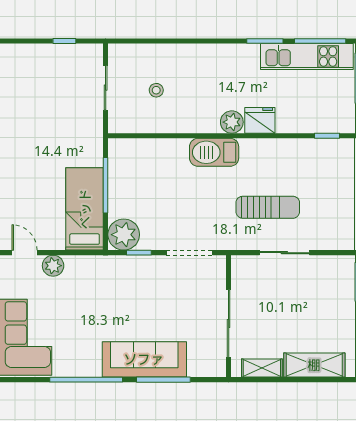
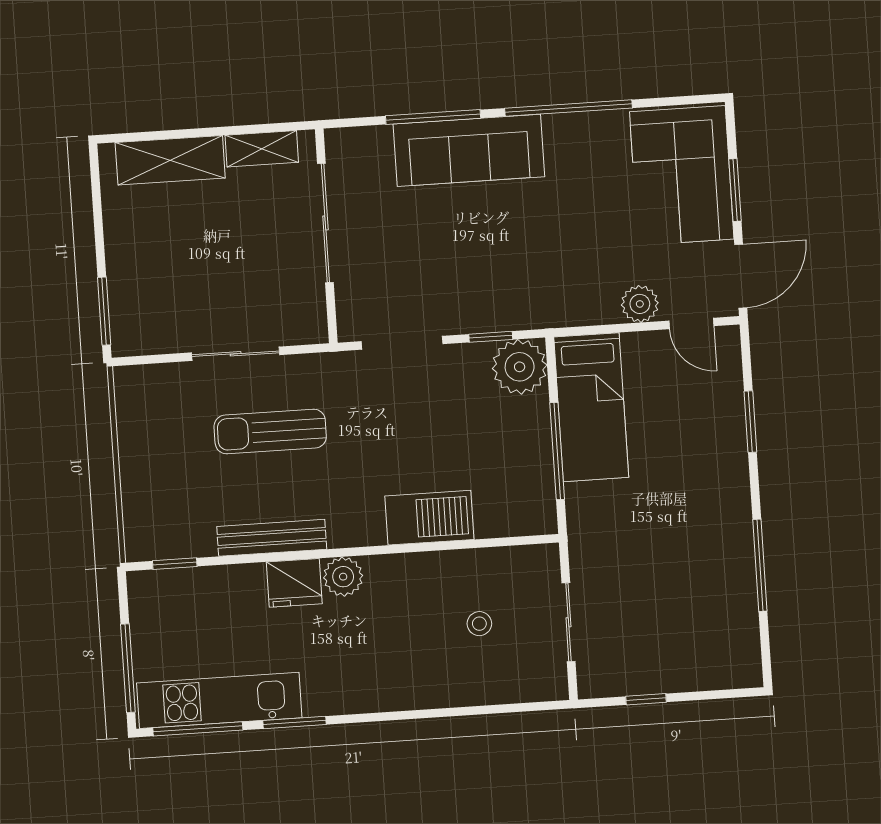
bench: (271, 147) -> (272, 538), added
barbecue: (214, 152) -> (429, 518), moved

